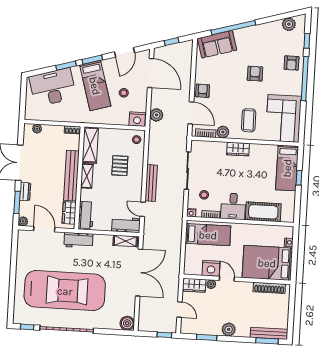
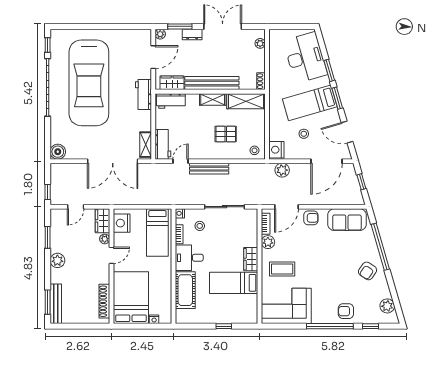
sofa: (217, 44) -> (347, 220), moved, turned -74
armchair: (255, 74) -> (368, 271), moved, turned 124
bed: (287, 168) -> (234, 283), moved
nightstand: (211, 268) -> (122, 223), moved

